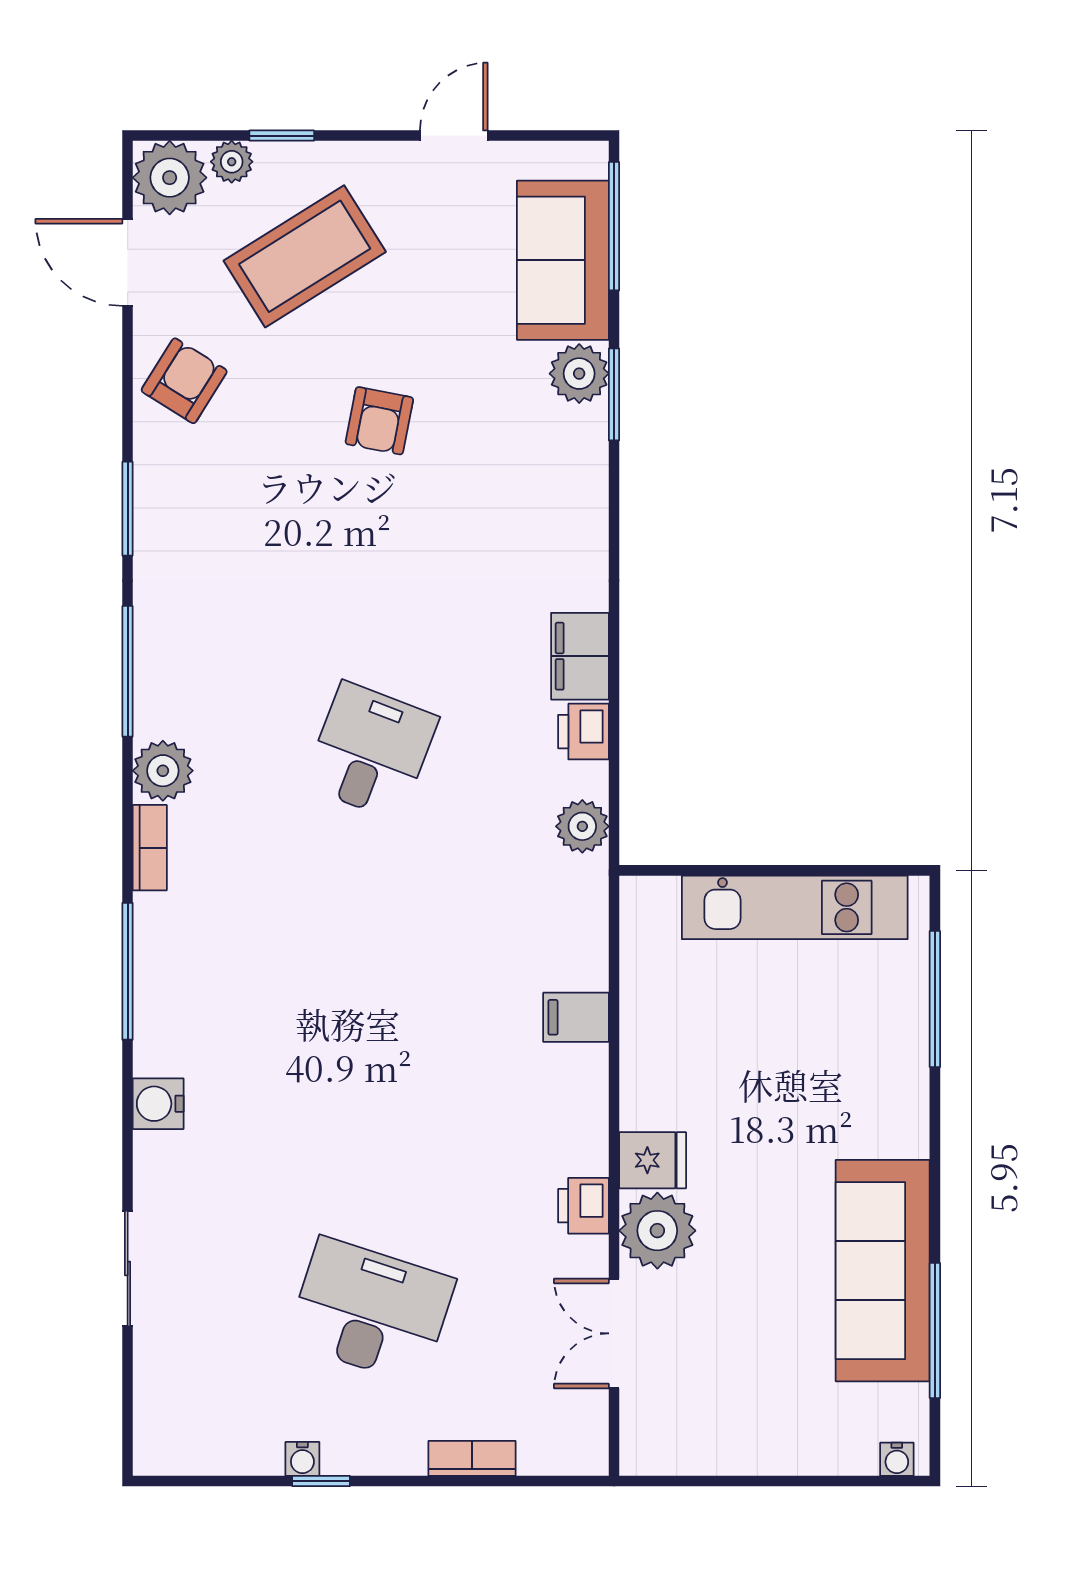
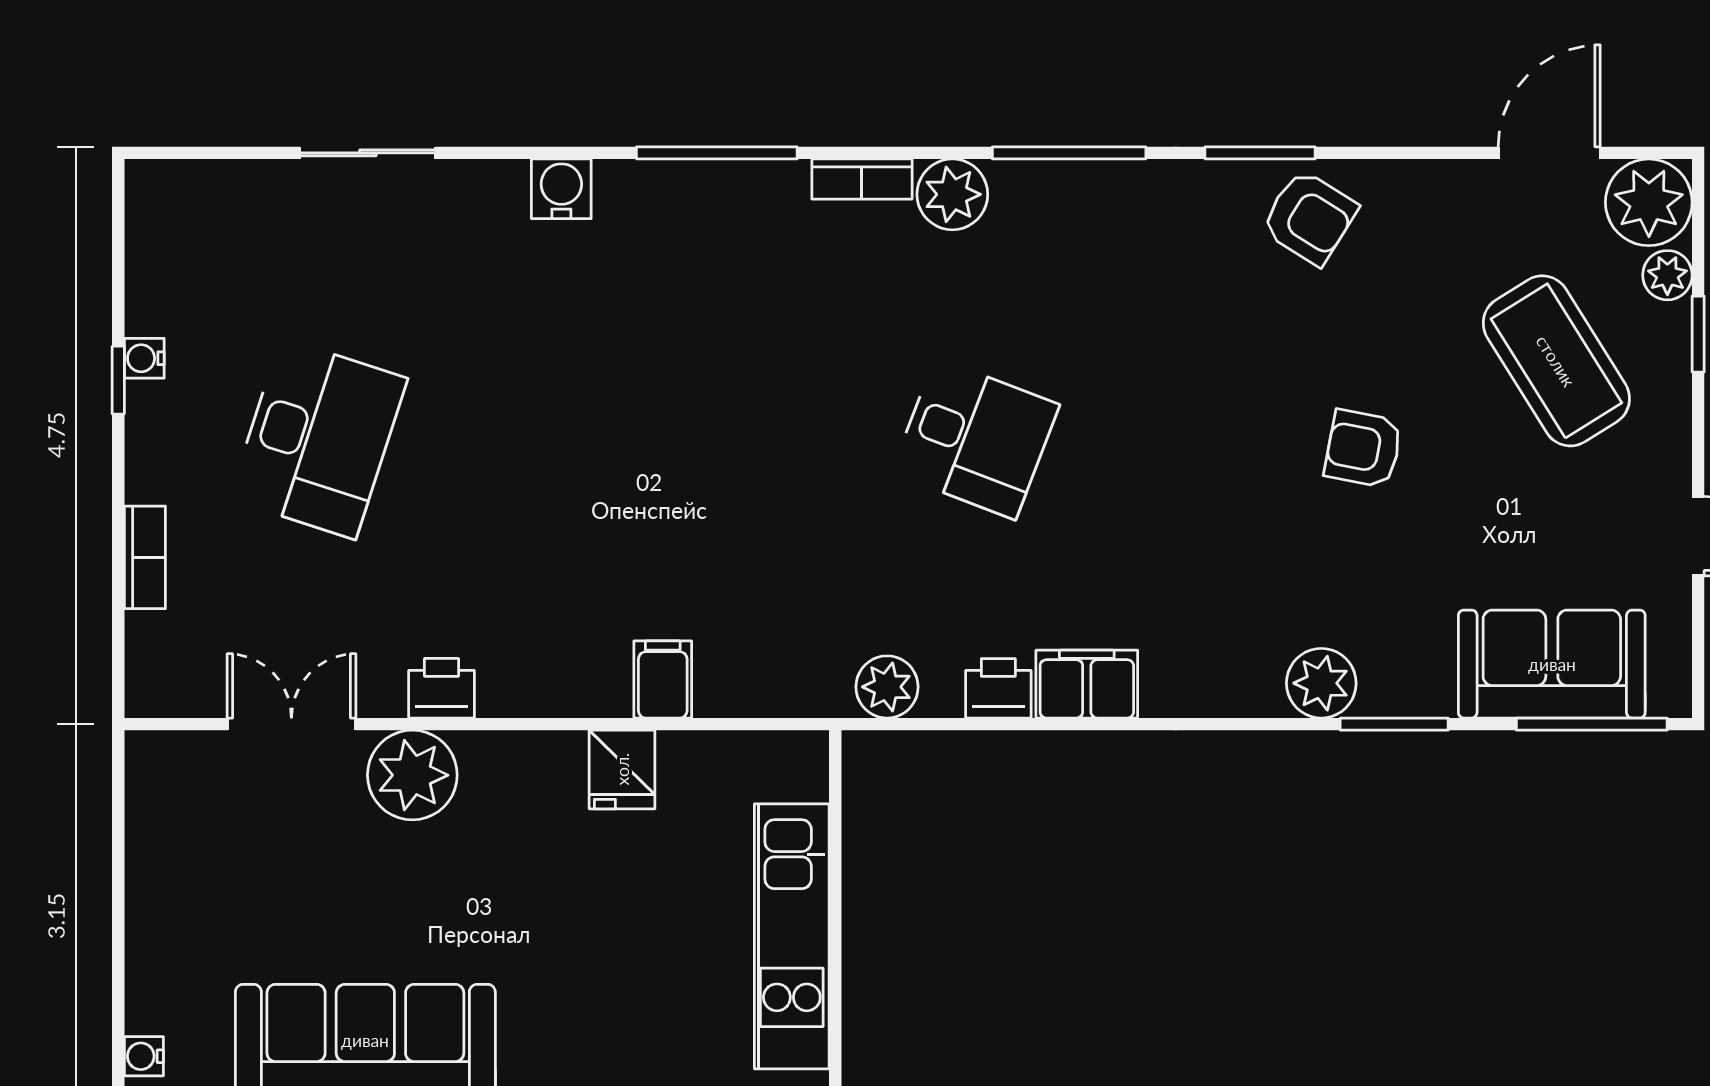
plant: (579, 374) -> (1321, 683), moved
armchair: (184, 381) -> (1309, 217), moved
fridge: (653, 1160) -> (622, 769), moved

